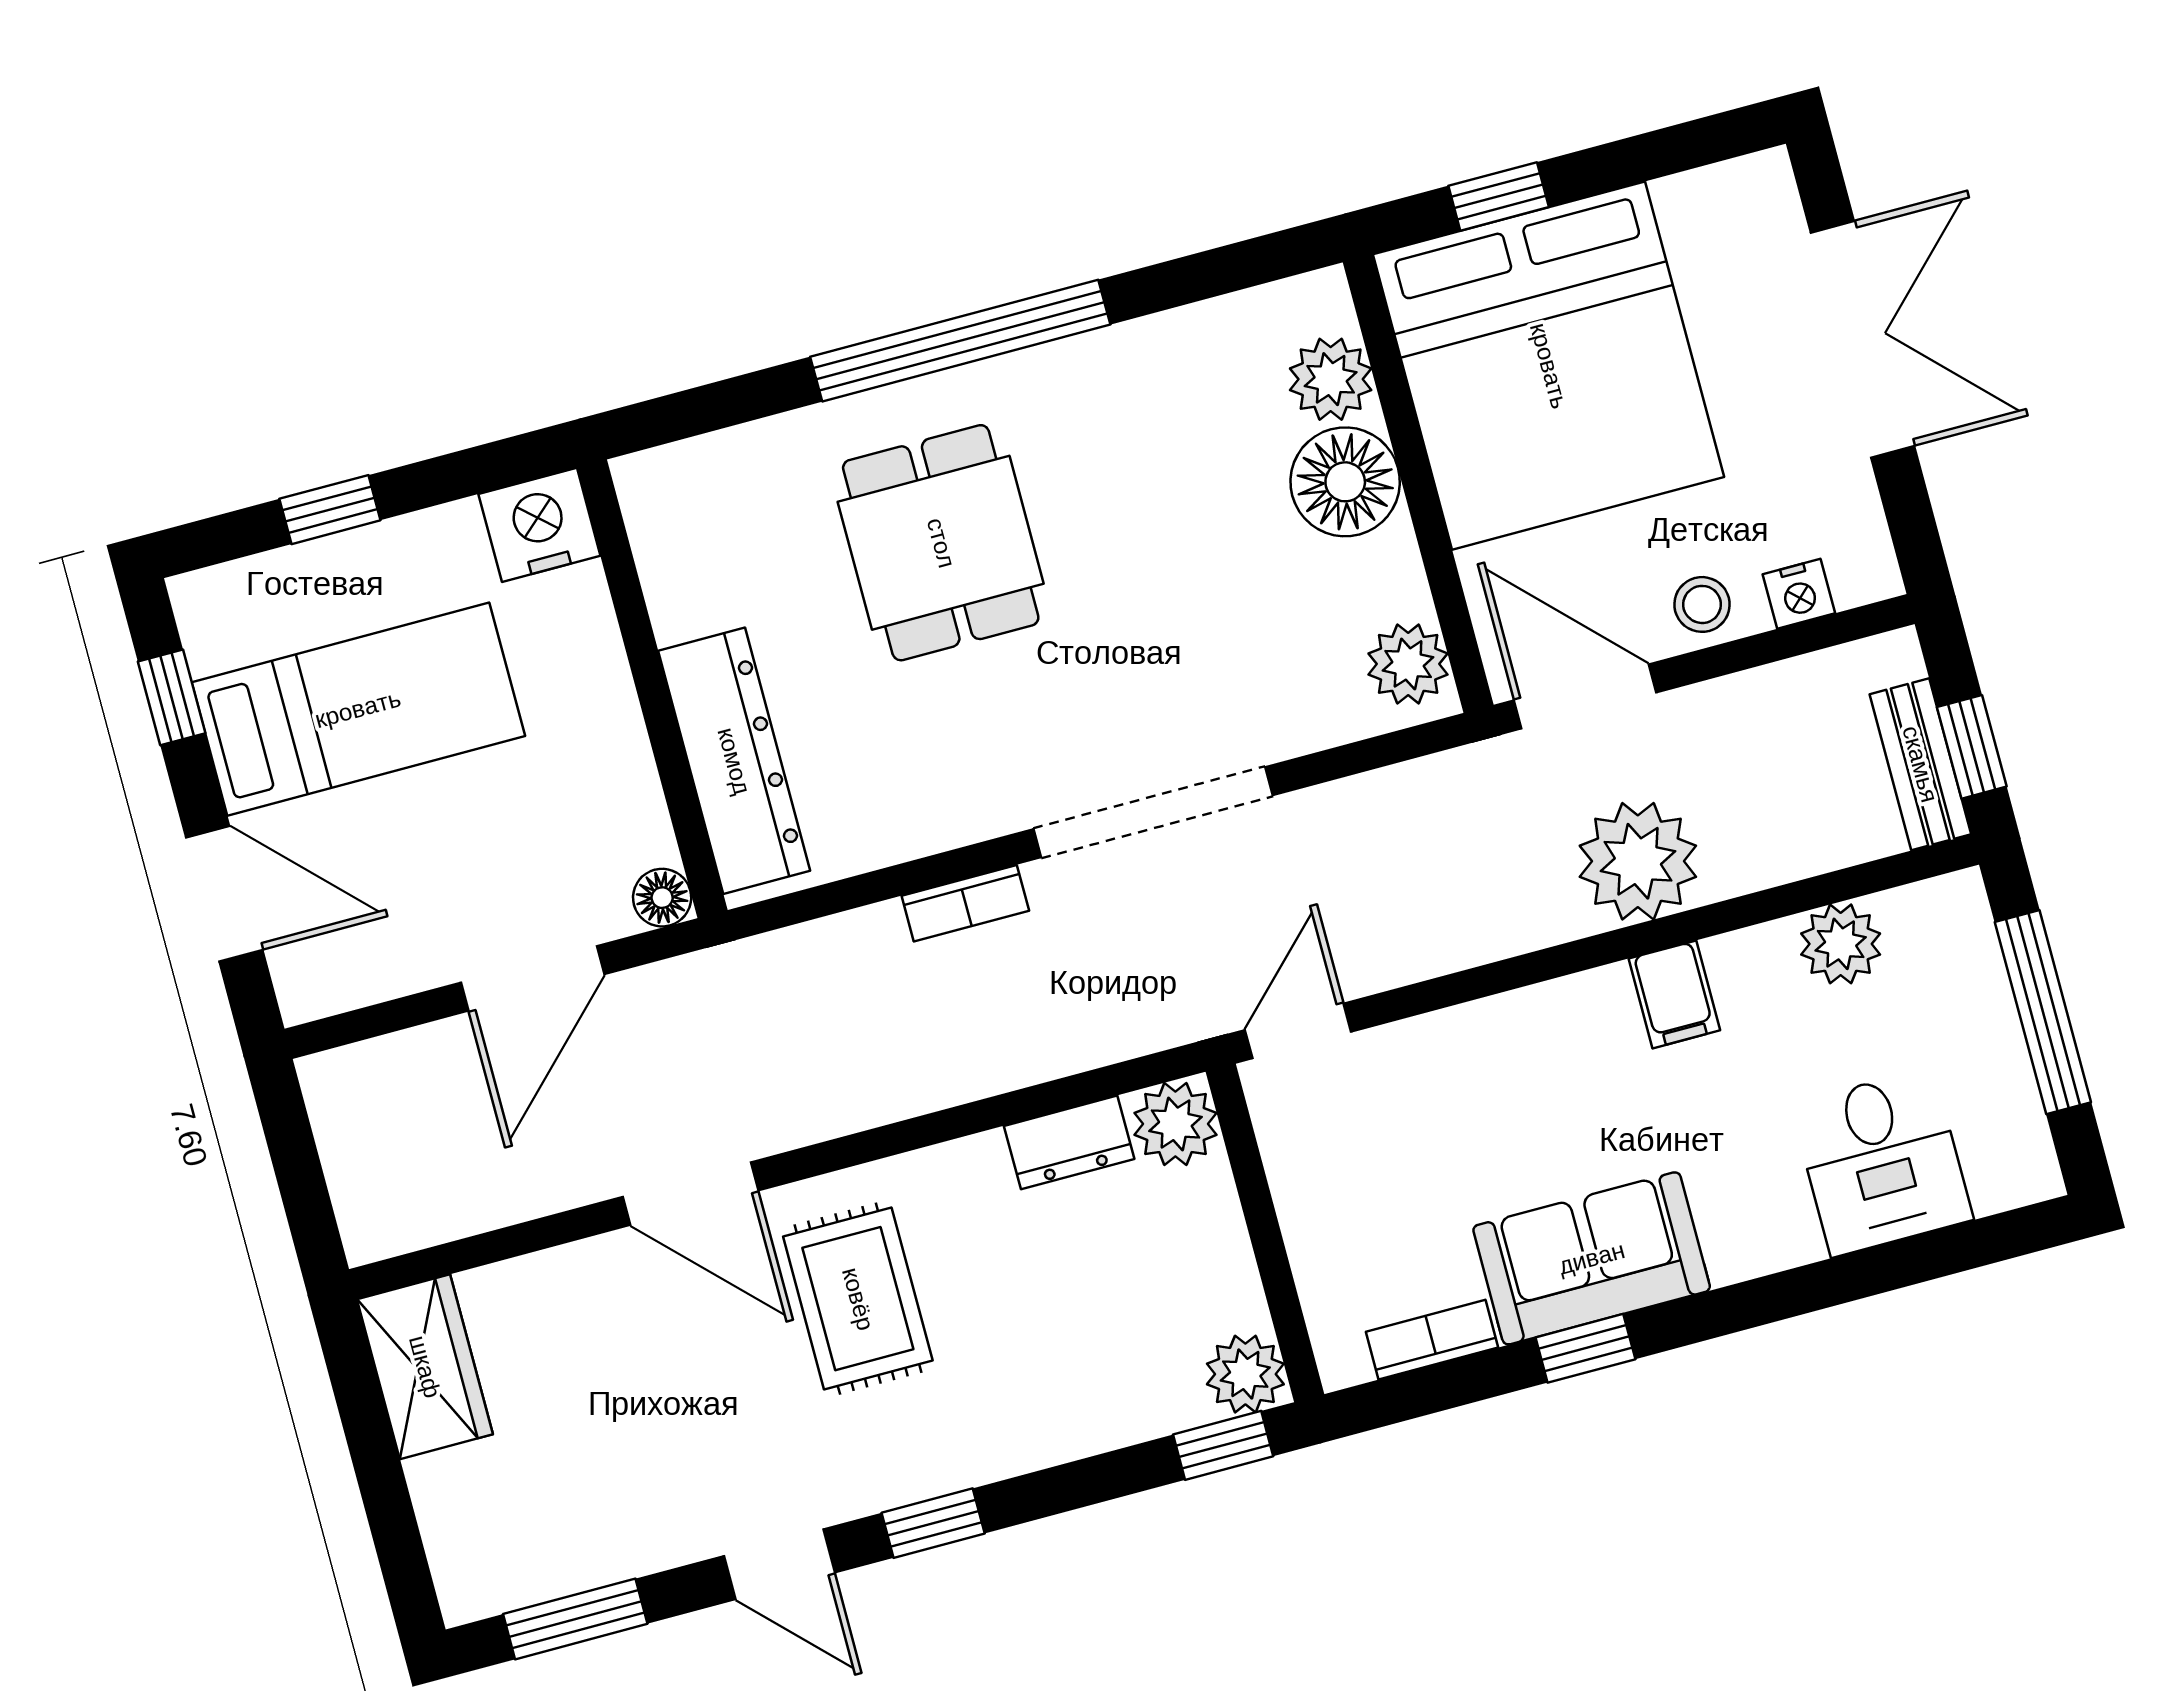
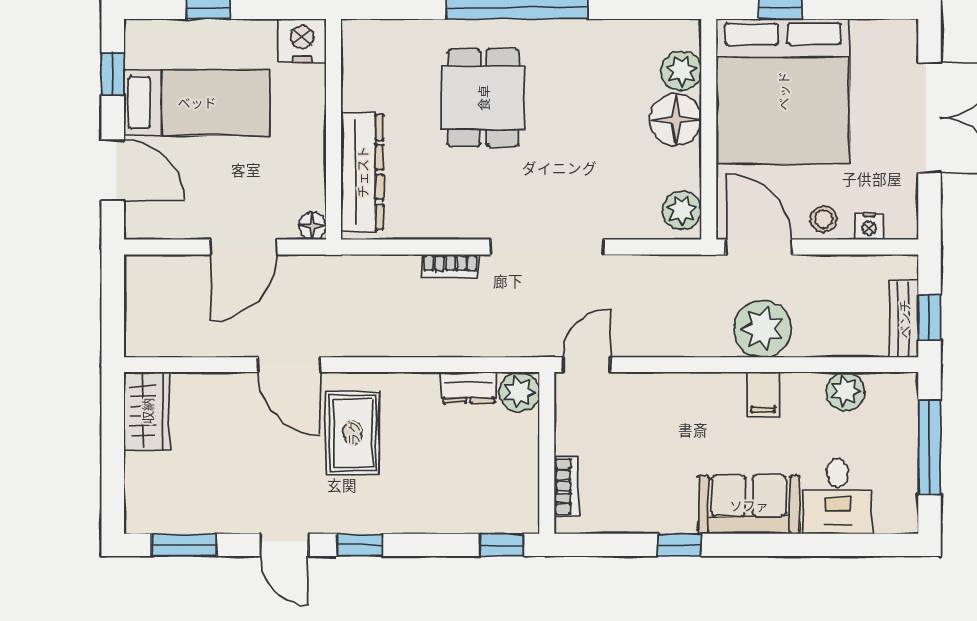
sofa: (1592, 1258) -> (749, 505), moved
bookcase: (1432, 1340) -> (566, 486), moved, turned 90
plant: (1245, 1374) -> (521, 515), removed

